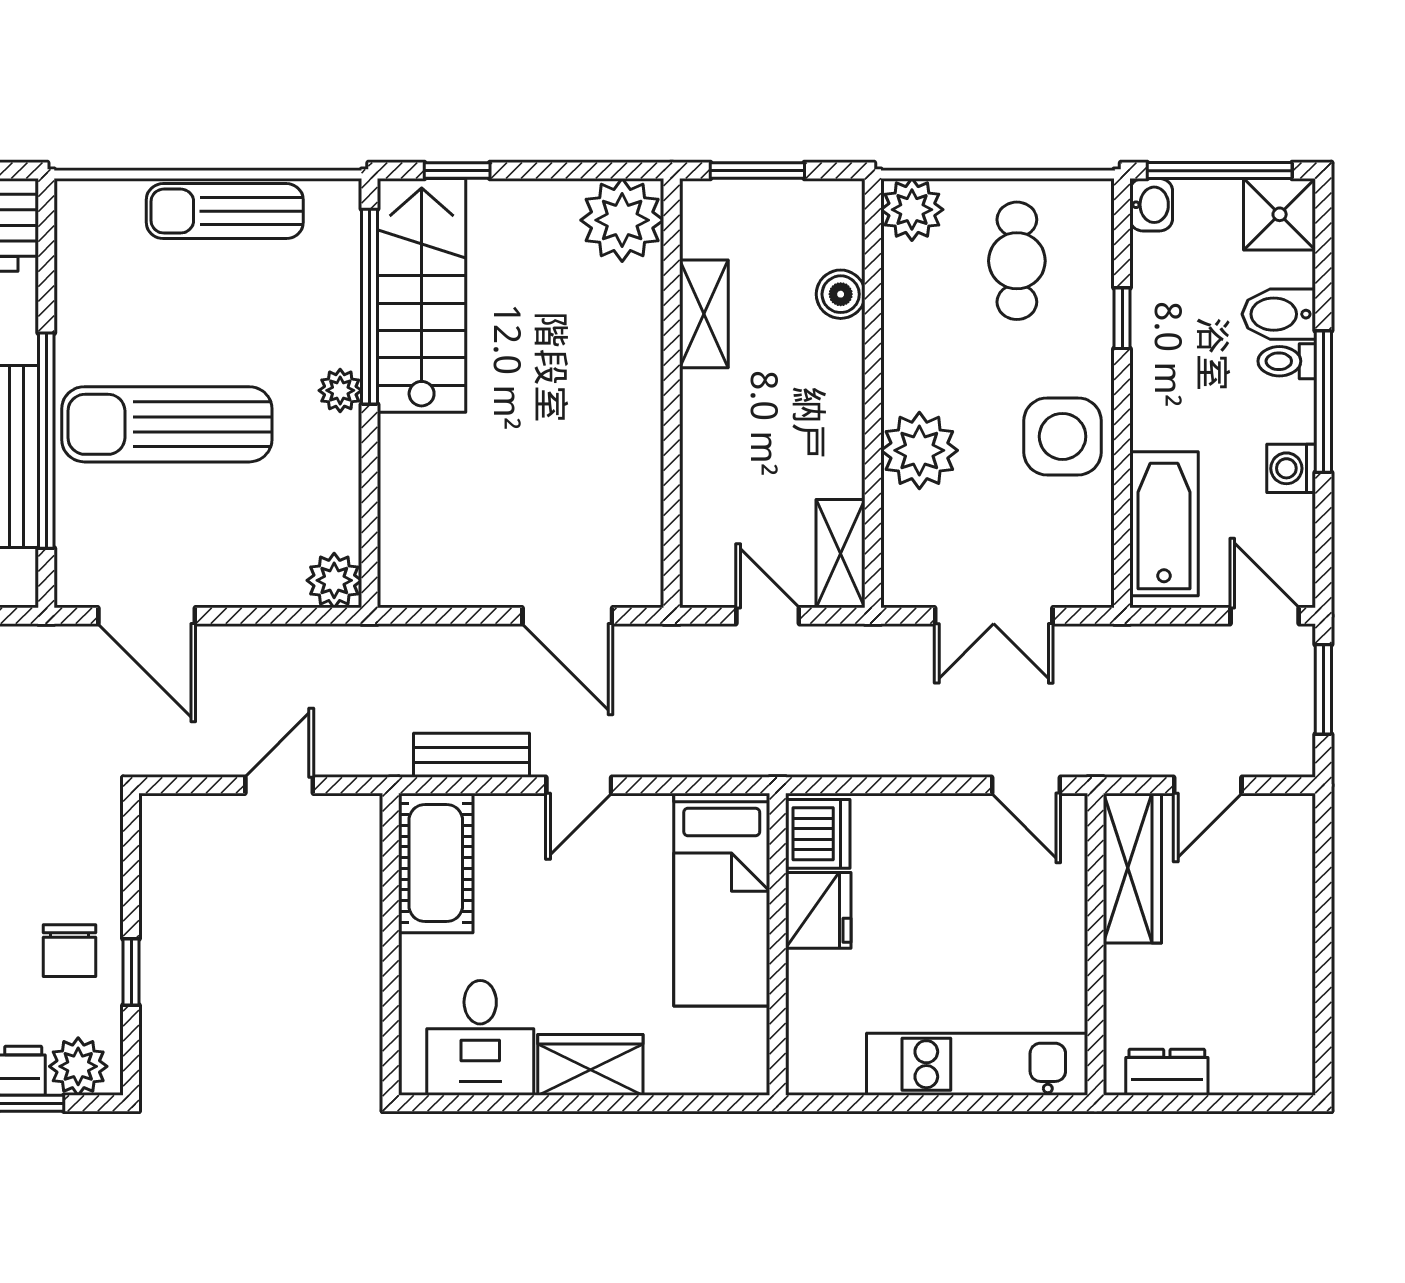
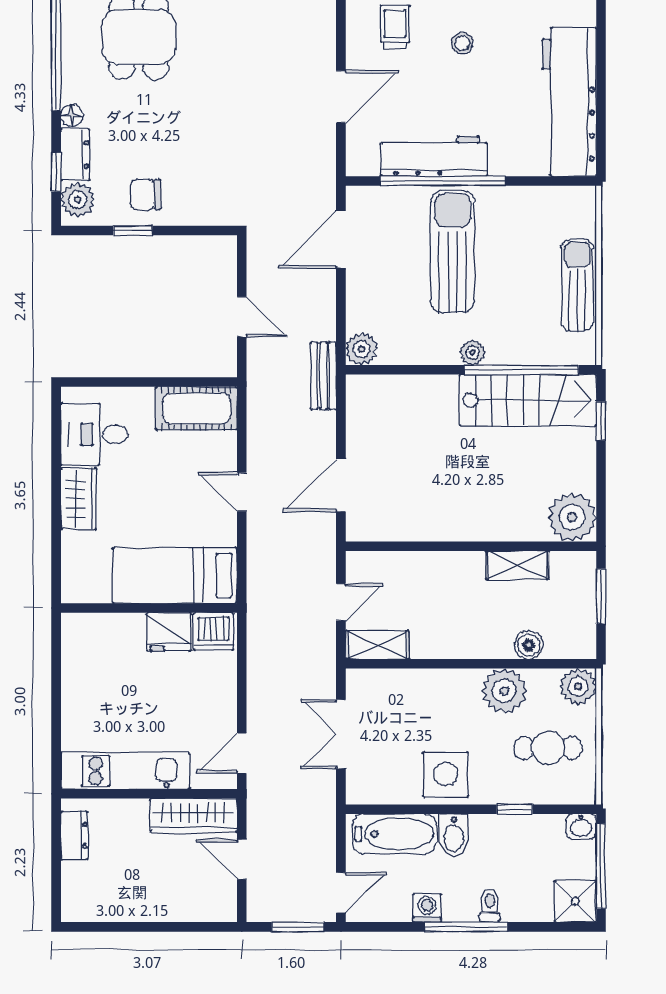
bidet: (1279, 314) -> (454, 835), moved, turned 180
plant: (919, 450) -> (504, 691), moved
bench: (472, 755) -> (323, 376), moved
kitchen unit: (977, 1064) -> (125, 771), moved, turned -90

